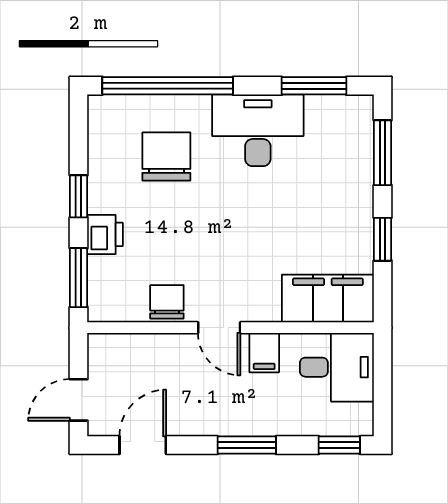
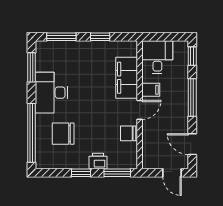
filing cabinet: (328, 299) -> (127, 78), moved
window: (247, 445) -> (192, 98), width x1.44

